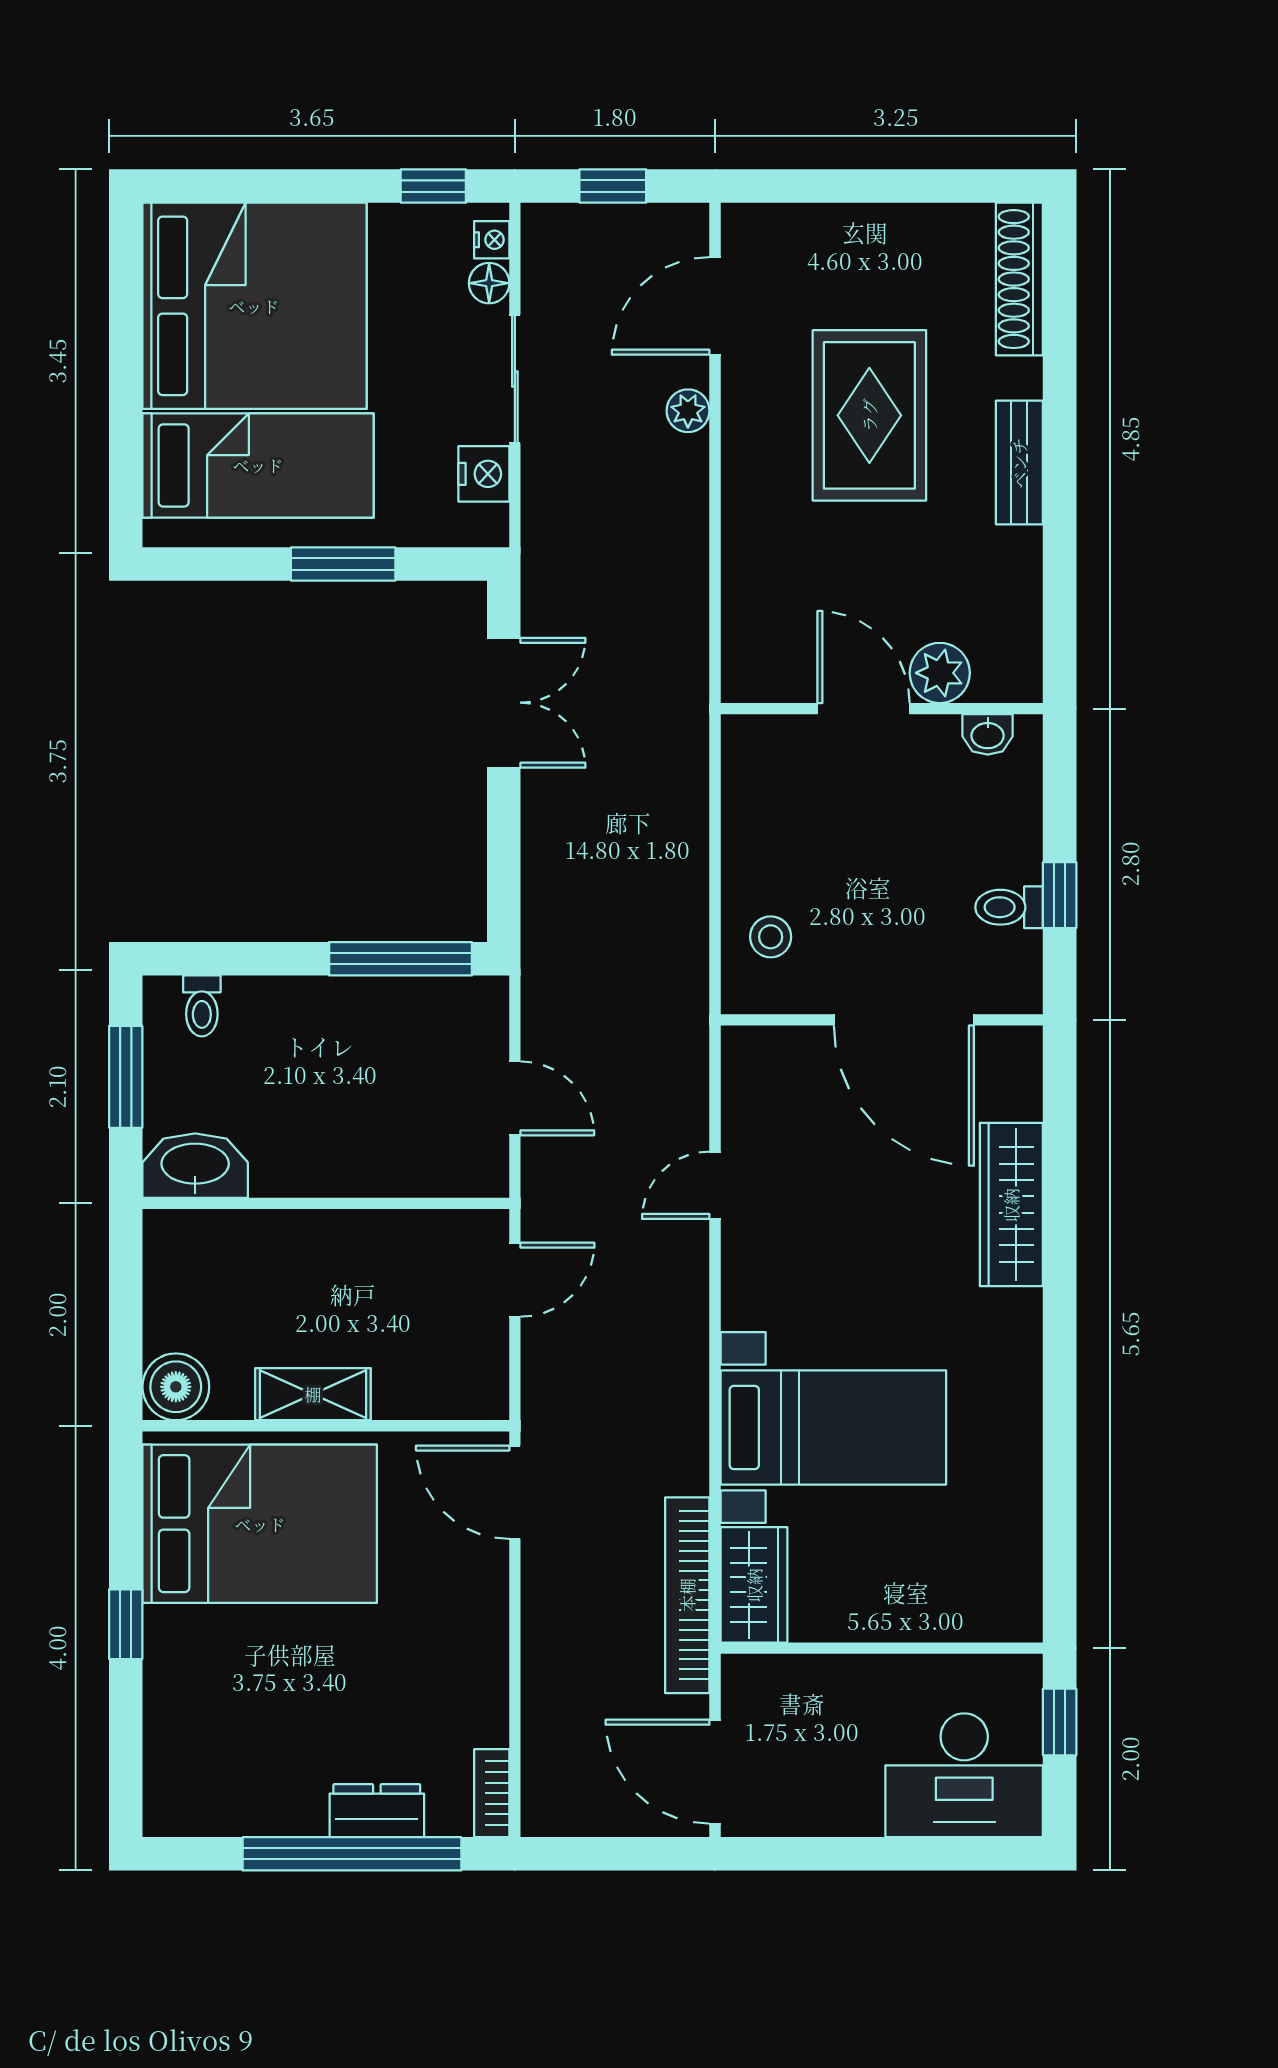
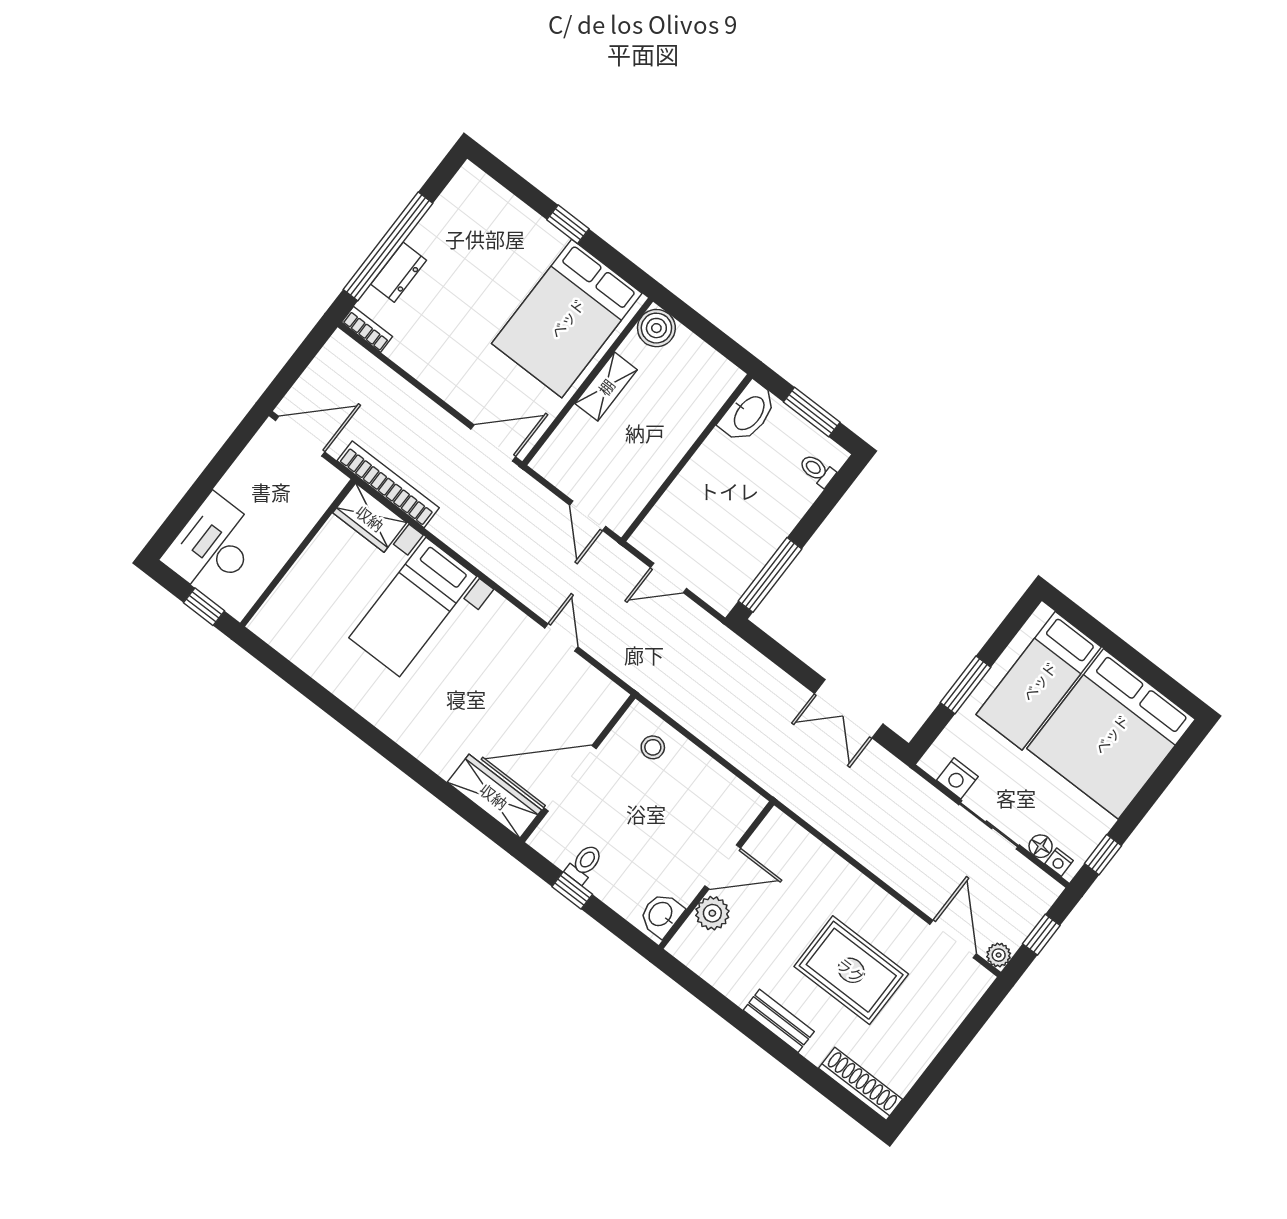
plant: (688, 411) -> (999, 955), moved
washbasin: (988, 734) -> (661, 915), width x1.38, depth x1.45
wardrobe: (1011, 1205) -> (494, 796), moved

